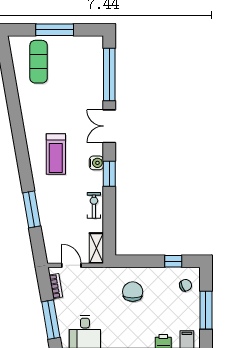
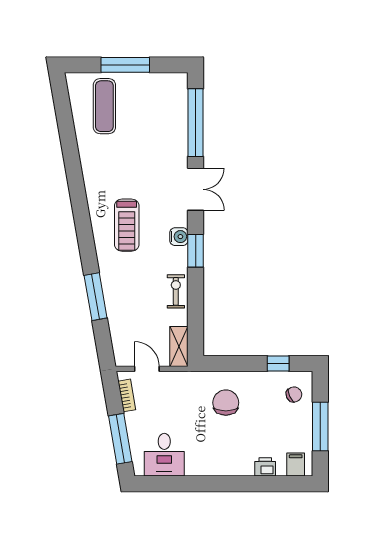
double door: (109, 126) -> (196, 189), swing flipped

